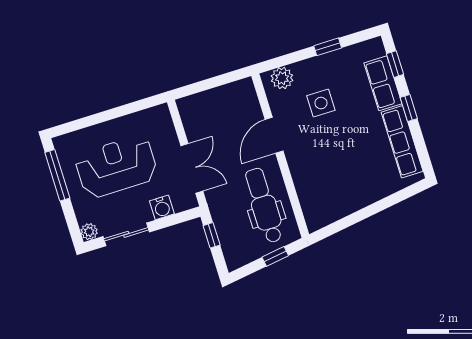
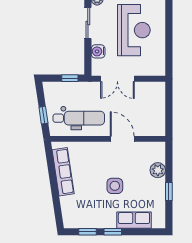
window: (395, 64) -> (88, 232), moved
plant: (282, 78) -> (158, 170), moved
side table: (321, 103) -> (115, 186), moved
row of seats: (402, 142) -> (63, 172), moved, turned 82

